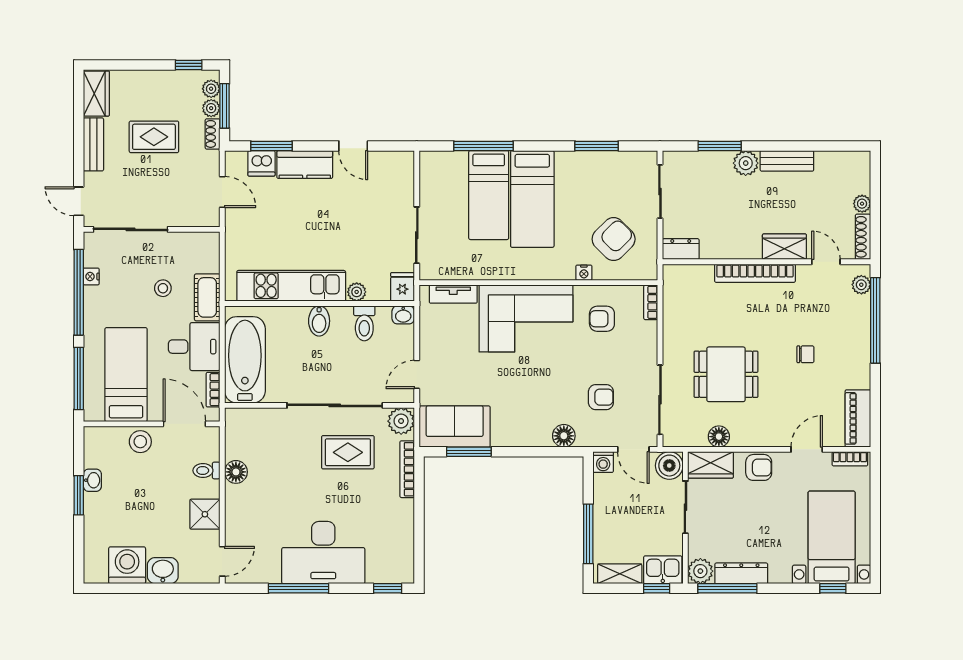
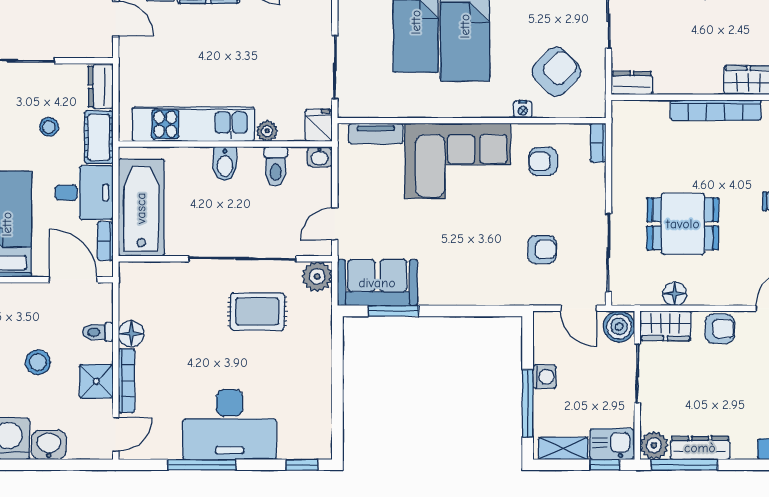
dresser: (209, 252) -> (101, 87), added
floor lamp: (564, 436) -> (500, 293), removed
stool: (140, 442) -> (38, 362), moved
washing machine: (603, 462) -> (545, 377), moved, turned -90
bookcase: (407, 469) -> (127, 381), moved, turned 180

